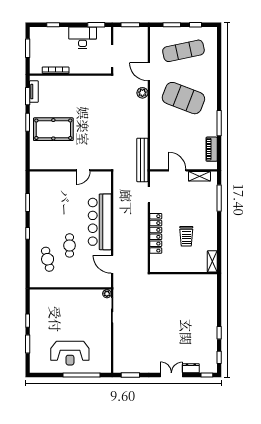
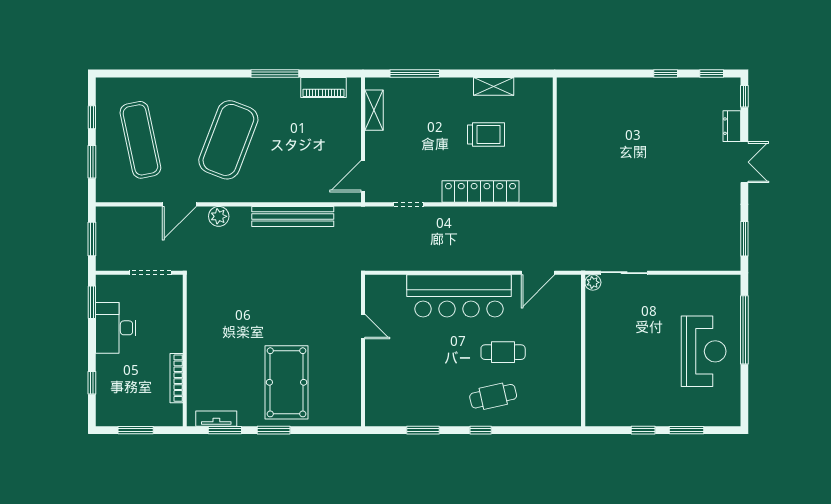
bench: (142, 160) -> (293, 216), moved
door: (177, 170) -> (363, 176), moved
cafe table: (48, 259) -> (493, 396), moved
shelving: (212, 261) -> (494, 86), moved
double door: (171, 375) -> (744, 162), swing flipped

